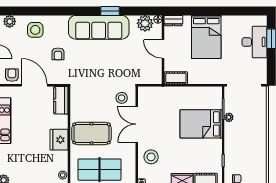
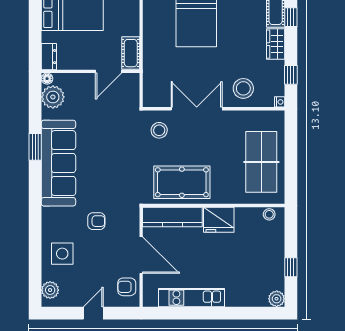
door: (163, 49) -> (108, 71), moved
door: (34, 85) -> (141, 255), swing flipped
kitchen counter: (61, 100) -> (172, 217), width x1.50
double door: (137, 124) -> (197, 109), swing flipped
pool table: (91, 133) -> (182, 182), moved, turned 90

